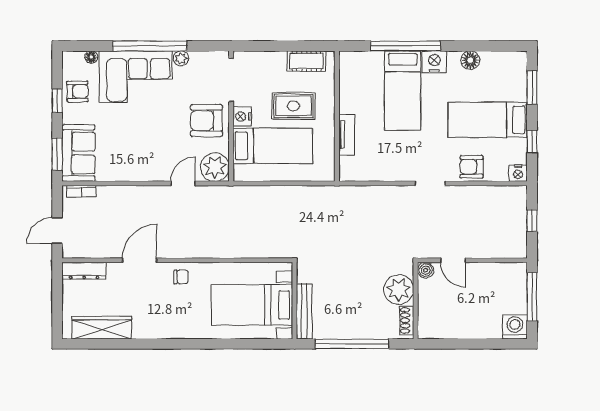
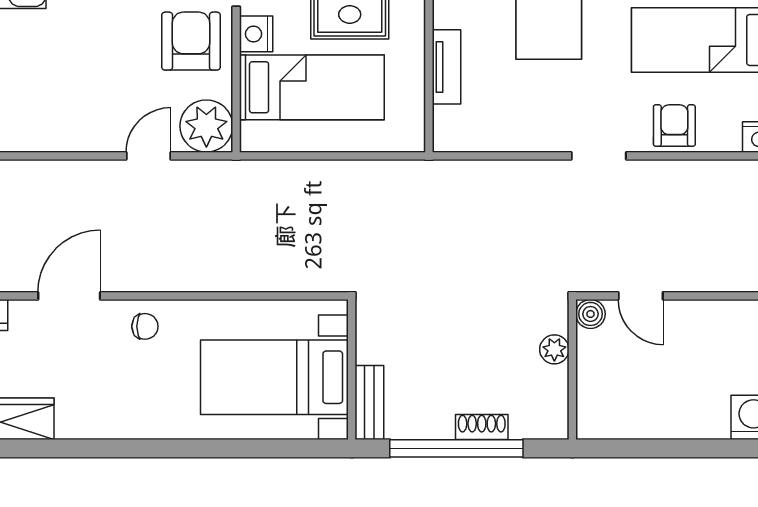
armchair: (206, 120) -> (191, 41), turned 90
armchair: (472, 167) -> (674, 125), turned 90
plant: (399, 290) -> (554, 349), width x0.53, depth x0.53
bench: (304, 311) -> (369, 403), width x0.73
shoe rack: (407, 320) -> (482, 427), moved, turned 90

